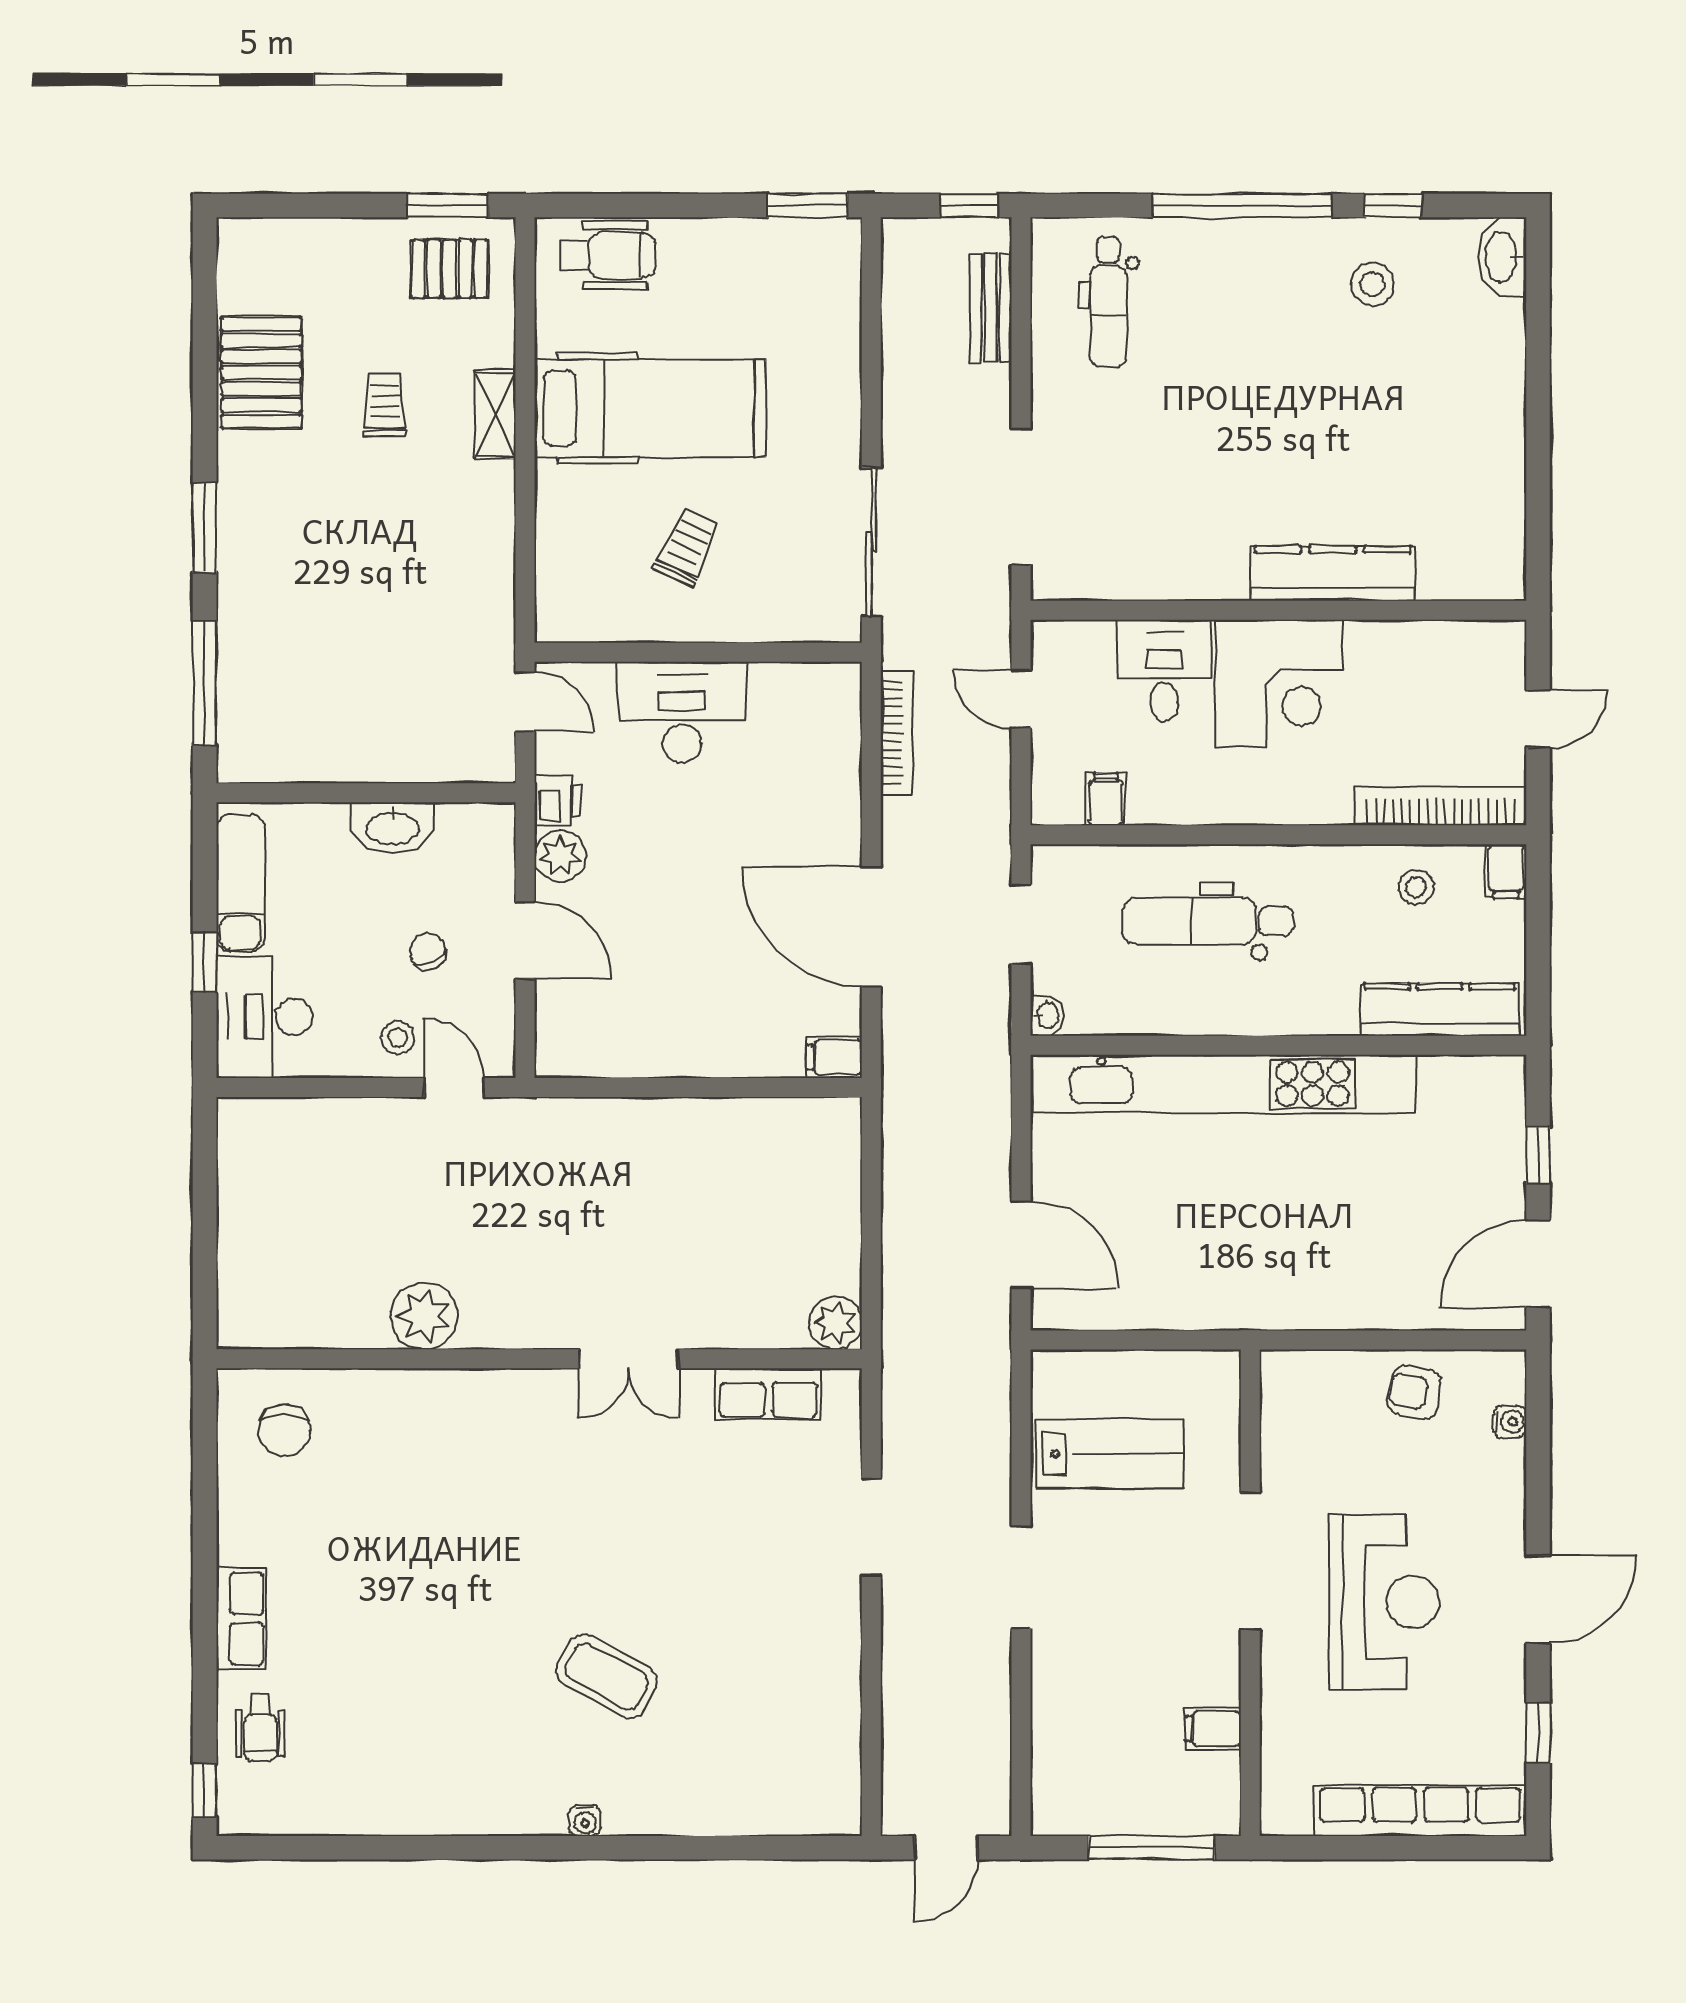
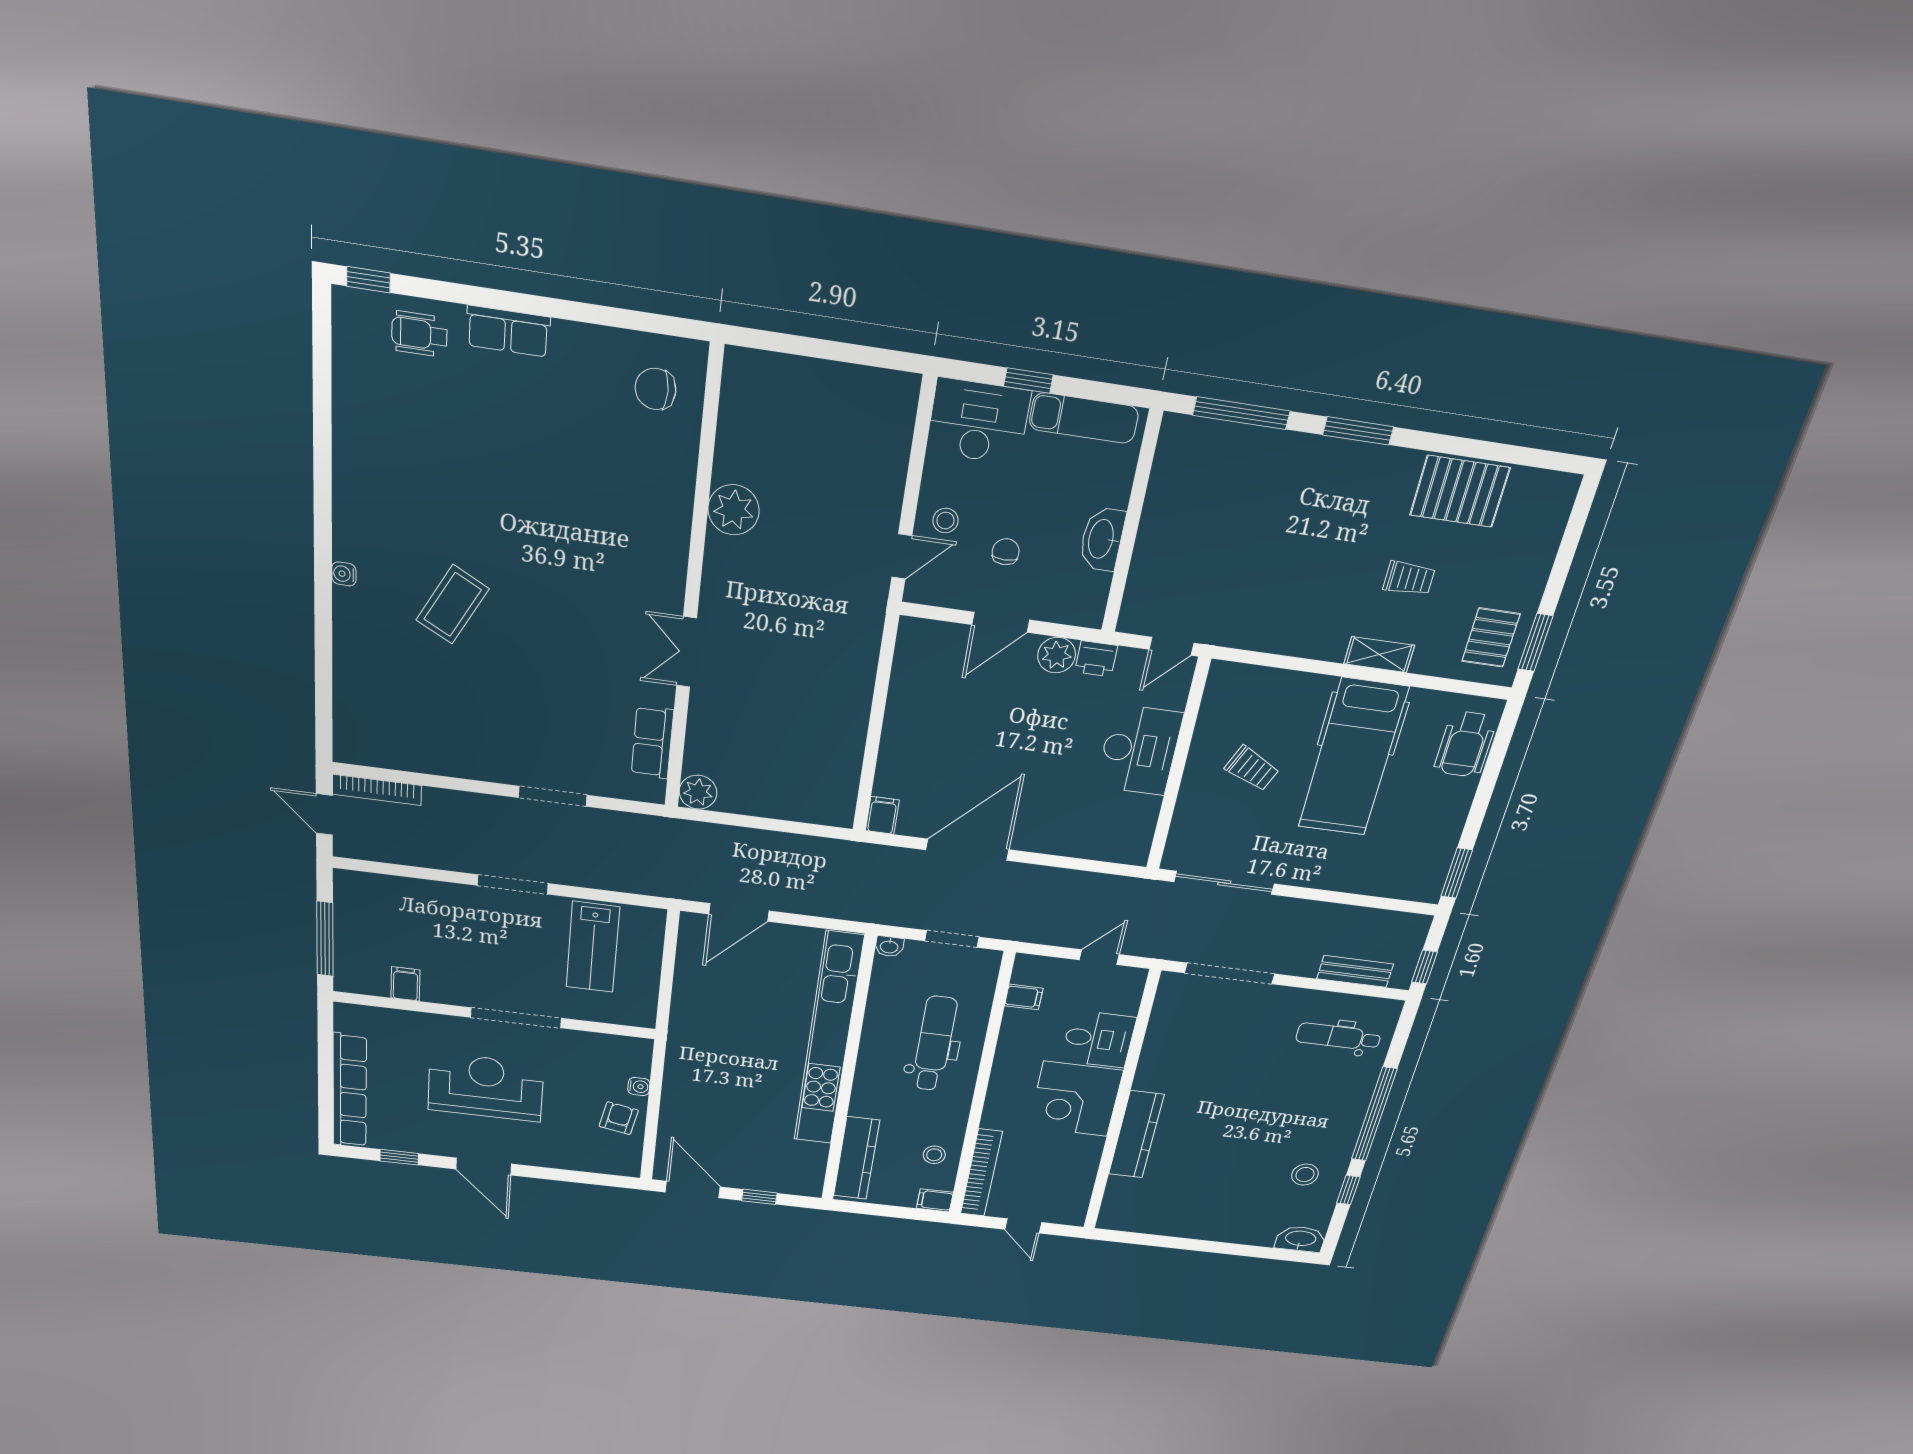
bookcase: (897, 732) -> (377, 790), moved
chair: (428, 951) -> (1006, 552), turned -64
water cooler: (1510, 1421) -> (639, 1086), moved, turned -90
reception desk: (1384, 1602) -> (486, 1087), turned 180

